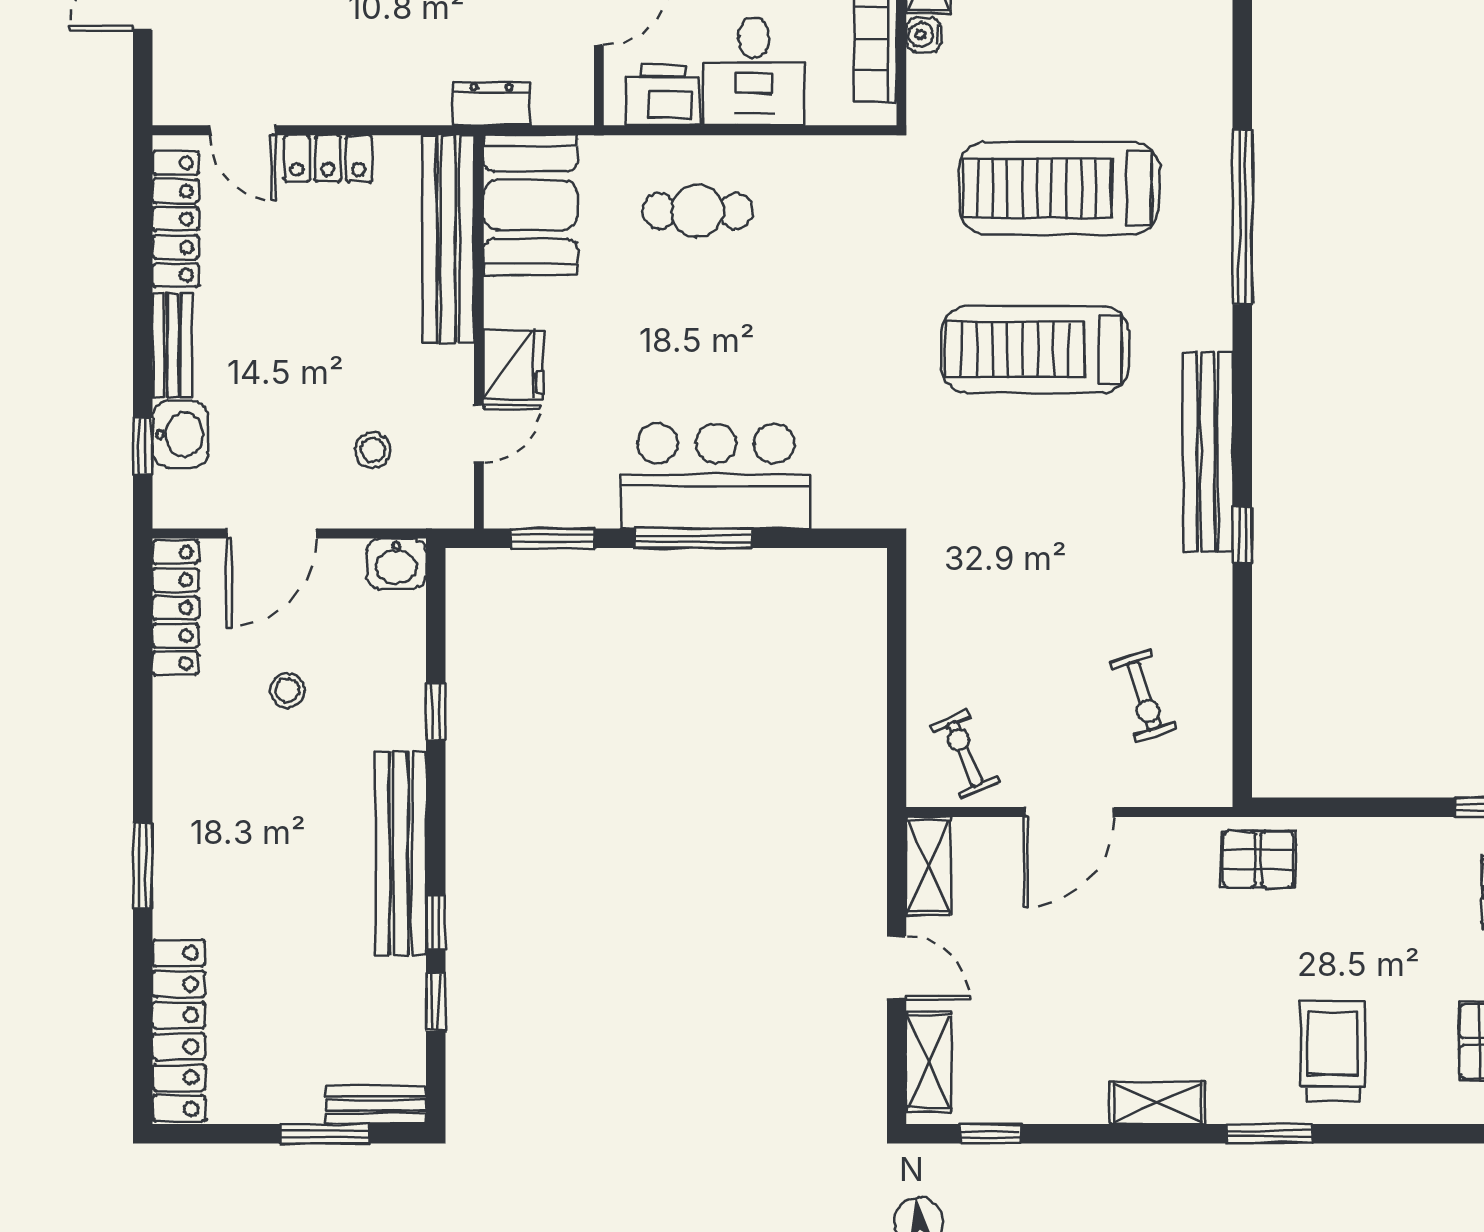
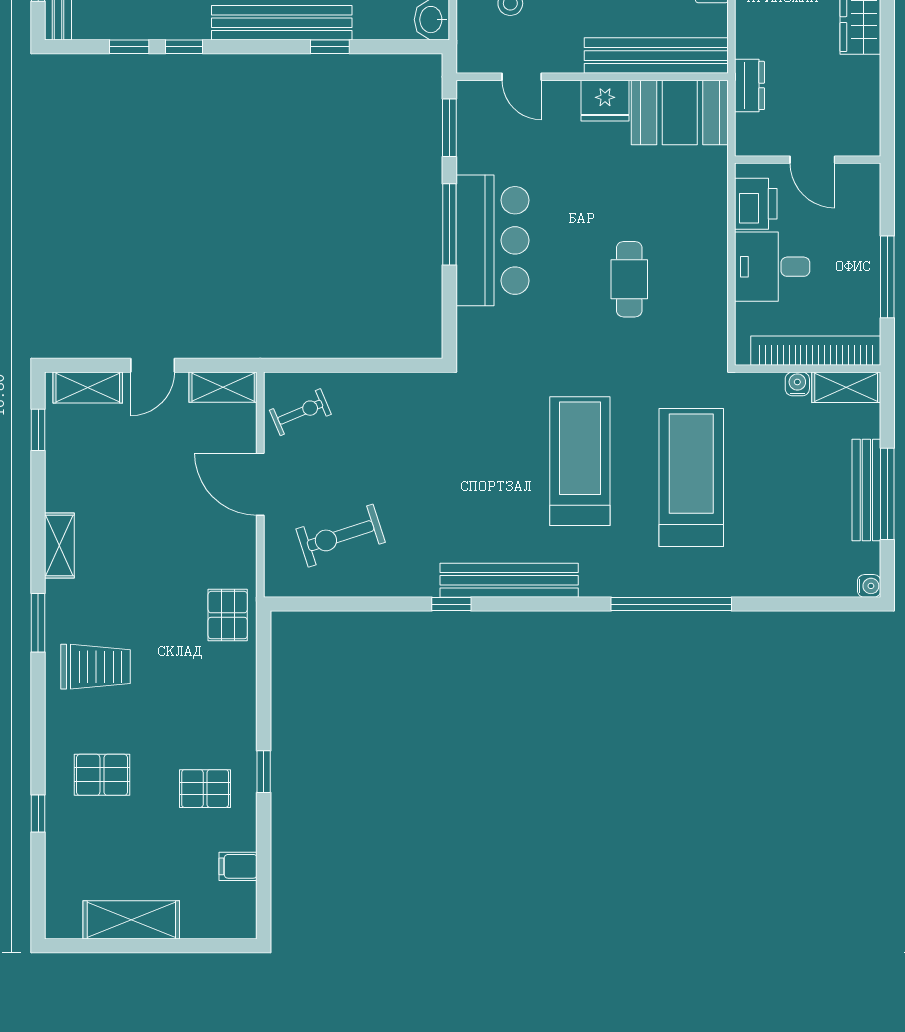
cafe table: (697, 211) -> (629, 279), moved
fridge: (513, 364) -> (605, 101), moved
exercise bike: (1143, 696) -> (341, 536), width x1.38, depth x1.39
bench: (401, 854) -> (282, 23), moved

